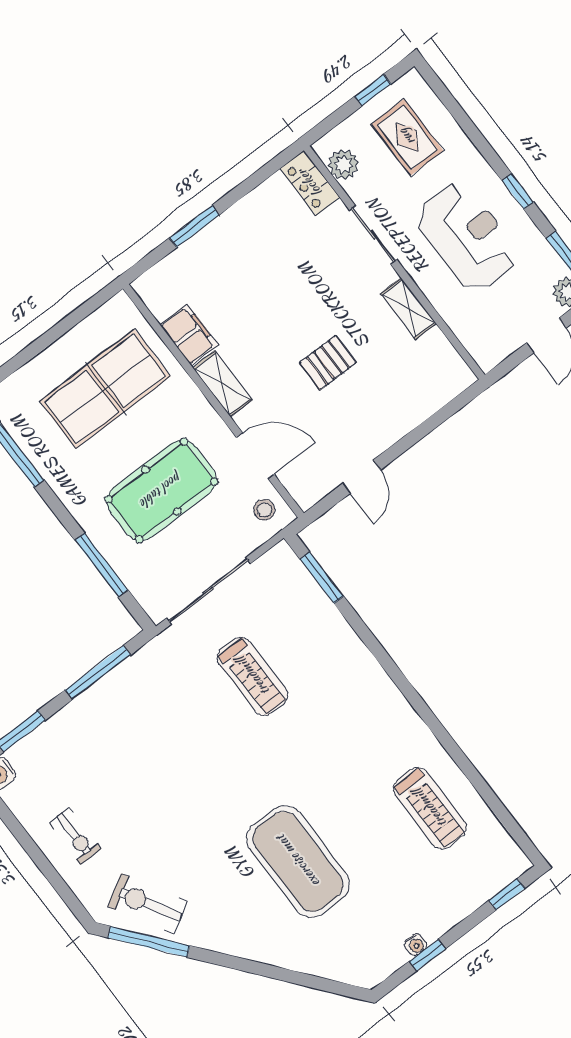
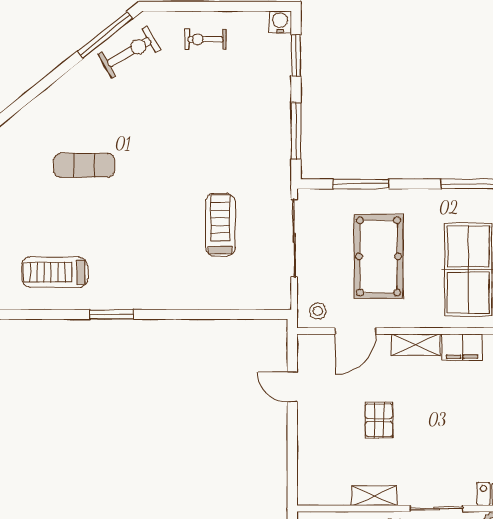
window: (322, 578) -> (112, 314), moved
treadmill: (253, 676) -> (220, 225), turned 90
exercise mat: (298, 861) -> (84, 165), width x0.50, depth x0.69

